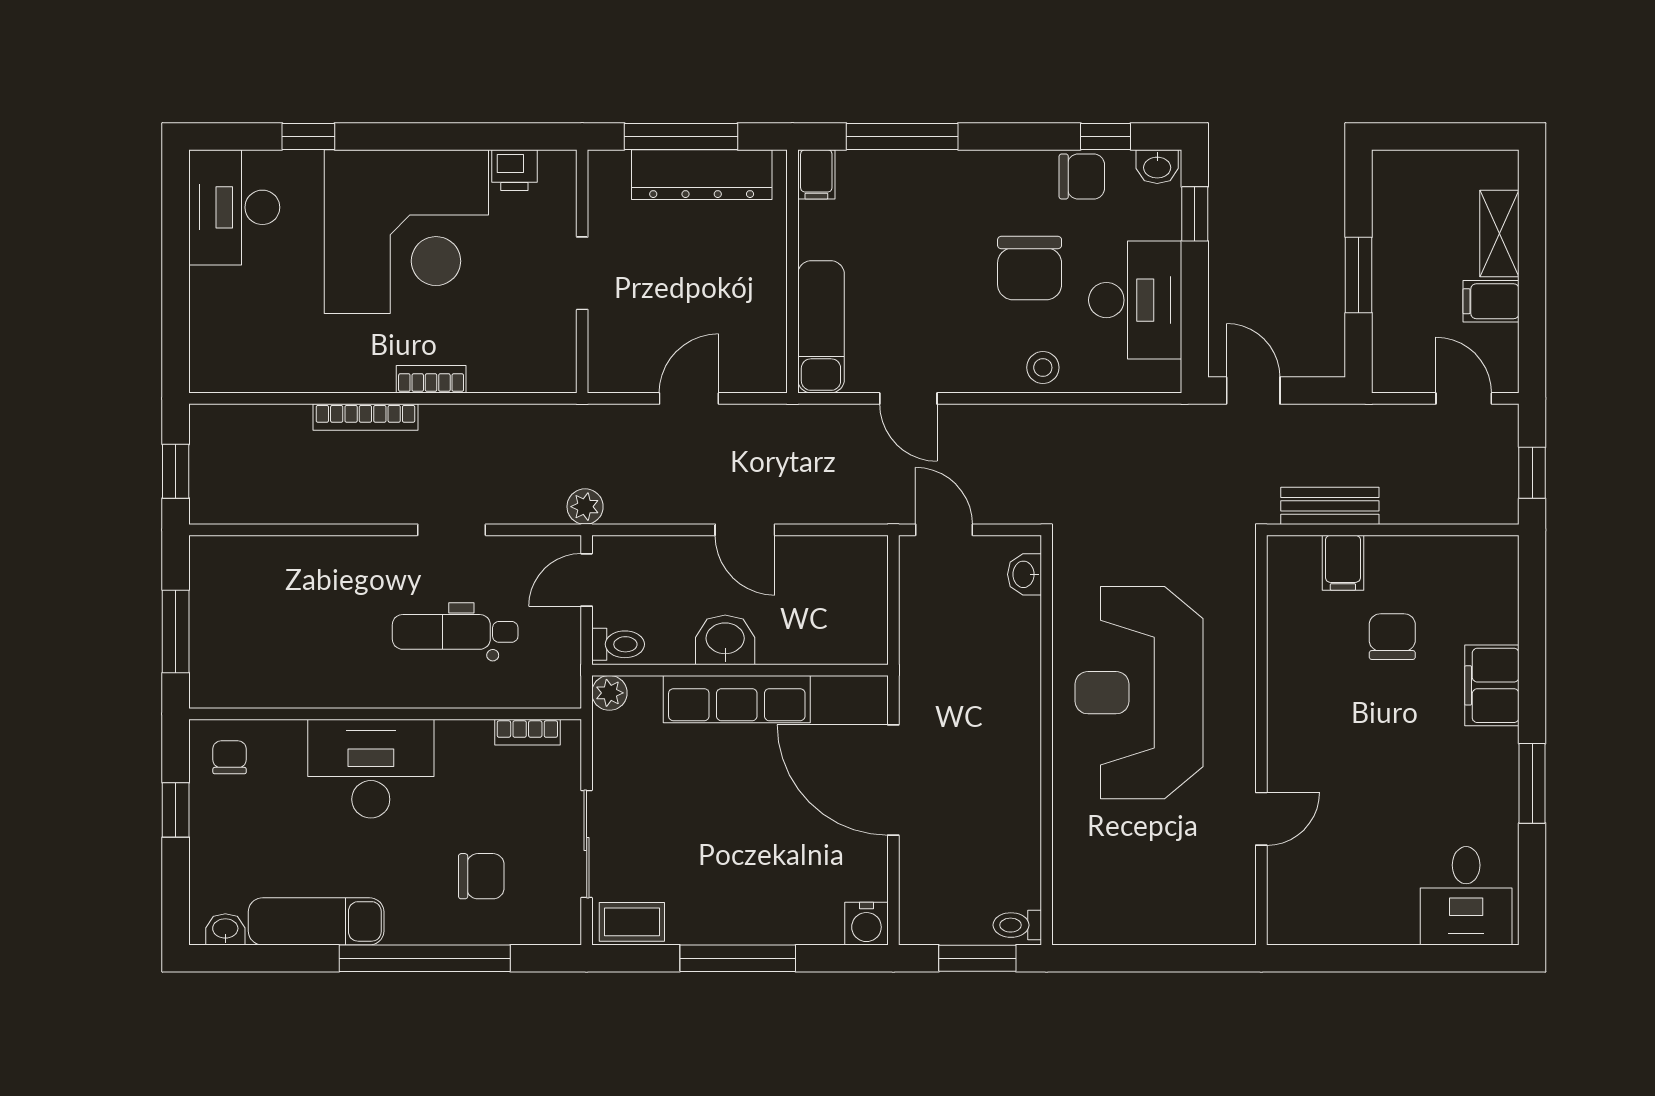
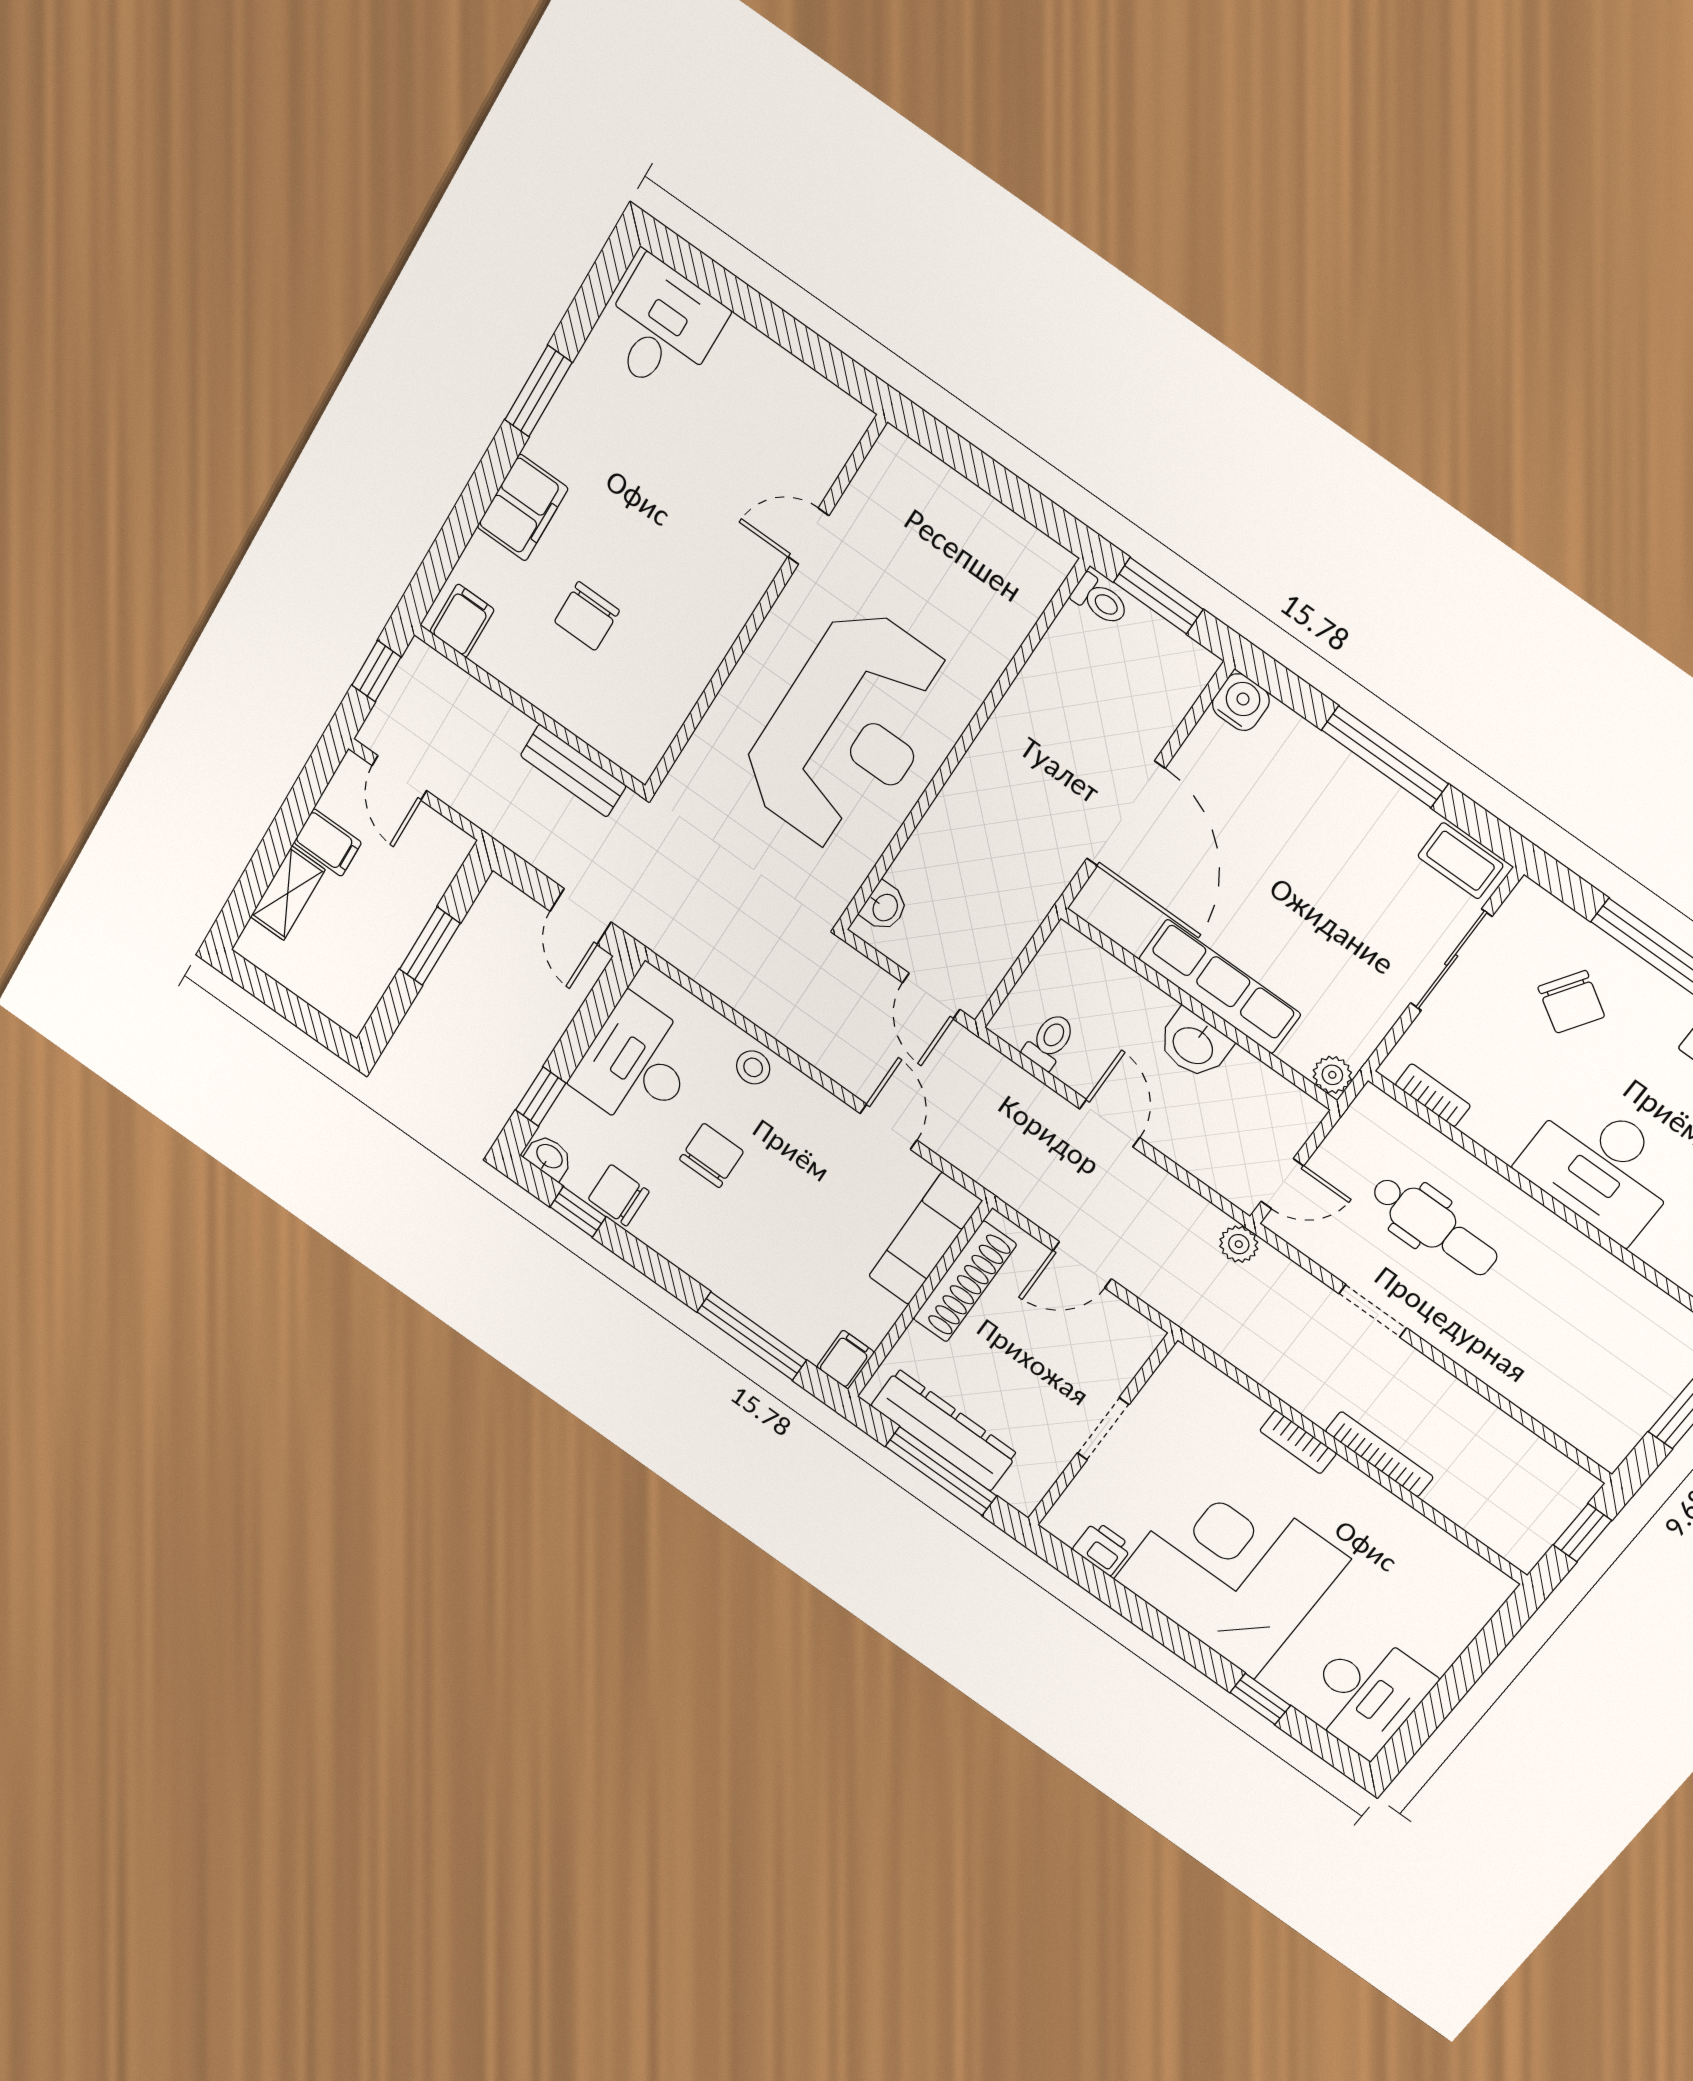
chair: (1030, 268) -> (711, 1155), width x0.73, depth x0.73
shoe rack: (768, 314) -> (965, 1282), added
filing cabinet: (1343, 563) -> (462, 621), moved
toilet: (618, 644) -> (1049, 1041), moved, turned 90
chair: (481, 876) -> (1571, 1002), turned -147

